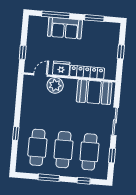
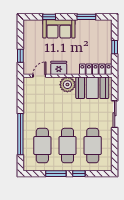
window: (56, 15) -> (49, 17), width x0.46
locker: (87, 72) -> (95, 69), moved
plant: (55, 85) -> (67, 85), moved
window: (16, 134) -> (20, 134), width x3.17
window: (112, 156) -> (115, 147), removed
window: (84, 181) -> (79, 174), moved

